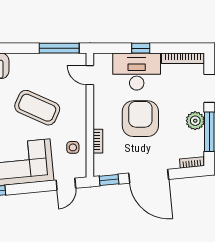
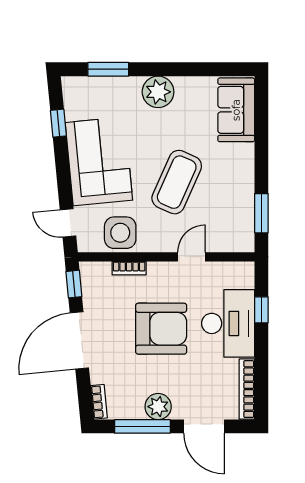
window: (59, 48) -> (261, 213), width x0.69
window: (141, 48) -> (261, 310), moved
door: (90, 75) -> (191, 257), moved
side table: (73, 147) -> (120, 233), width x1.87, depth x1.87

